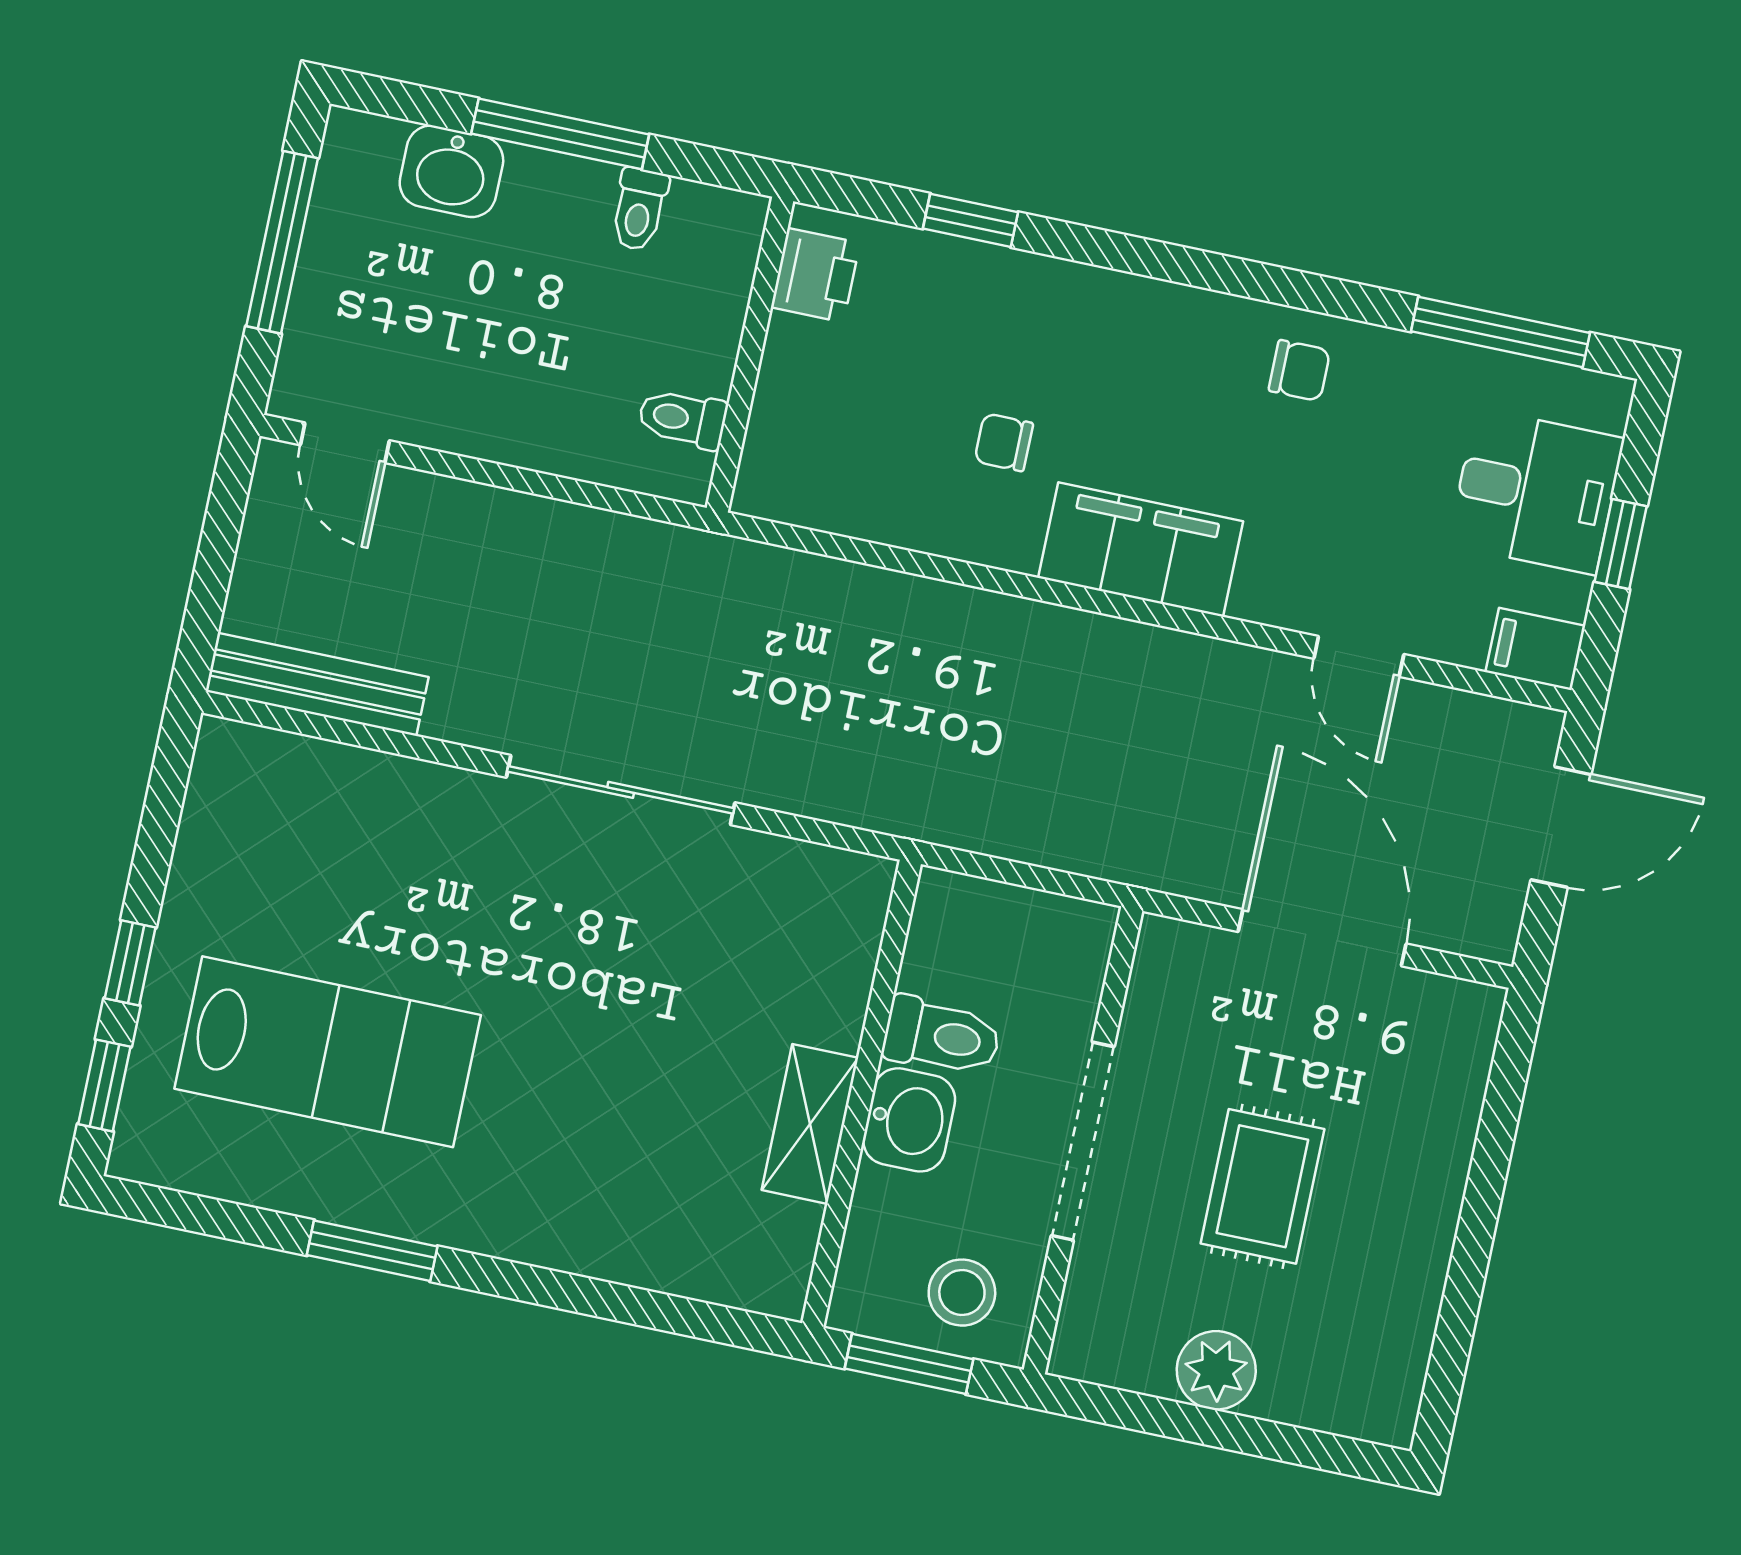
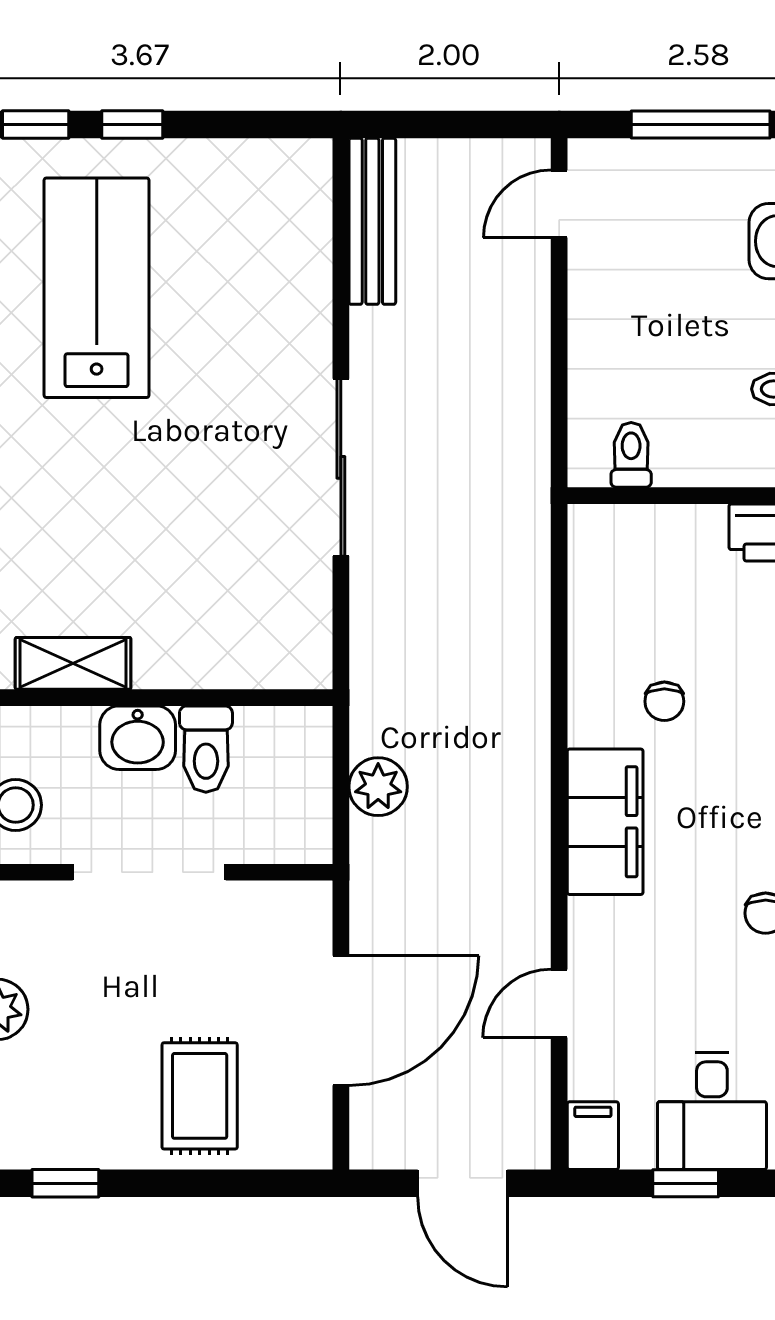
chair: (1004, 442) -> (664, 701), turned 180
plant: (1036, 828) -> (378, 787), added
lab bench: (328, 1052) -> (97, 288), turned 180
shelving: (810, 1124) -> (73, 663), moved
rug: (1262, 1186) -> (200, 1096), moved, turned 90
window: (1455, 1331) -> (65, 1183), added

